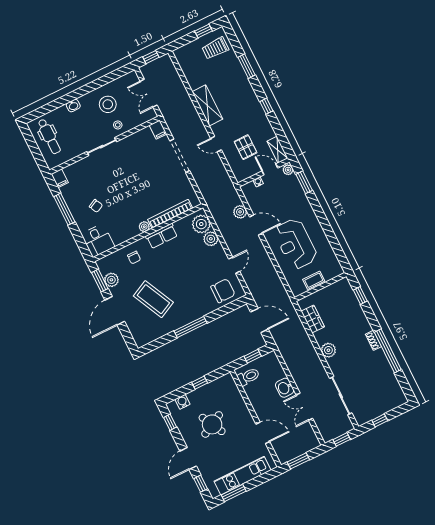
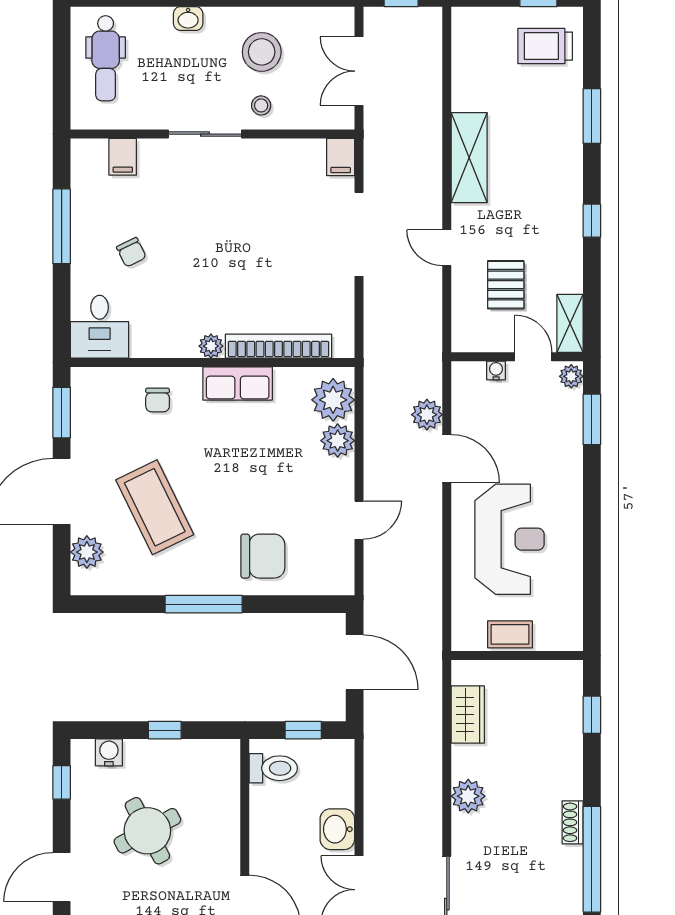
filing cabinet: (60, 178) -> (123, 157), moved
reception desk: (295, 244) -> (510, 539), turned 180
plant: (111, 280) -> (87, 552), moved
chair: (223, 291) -> (263, 556), moved

